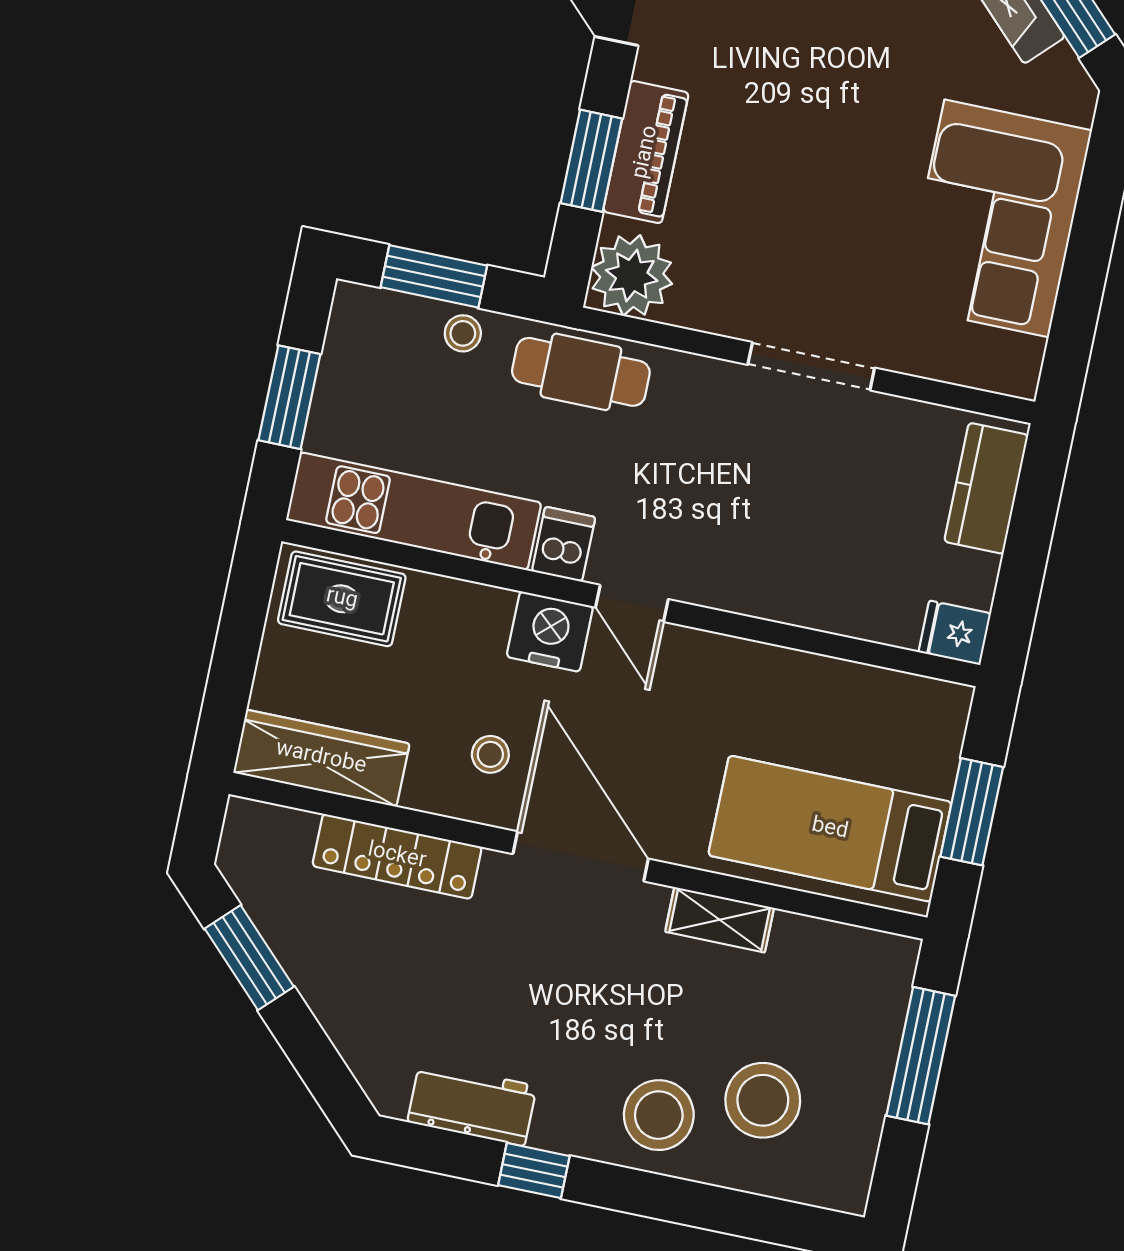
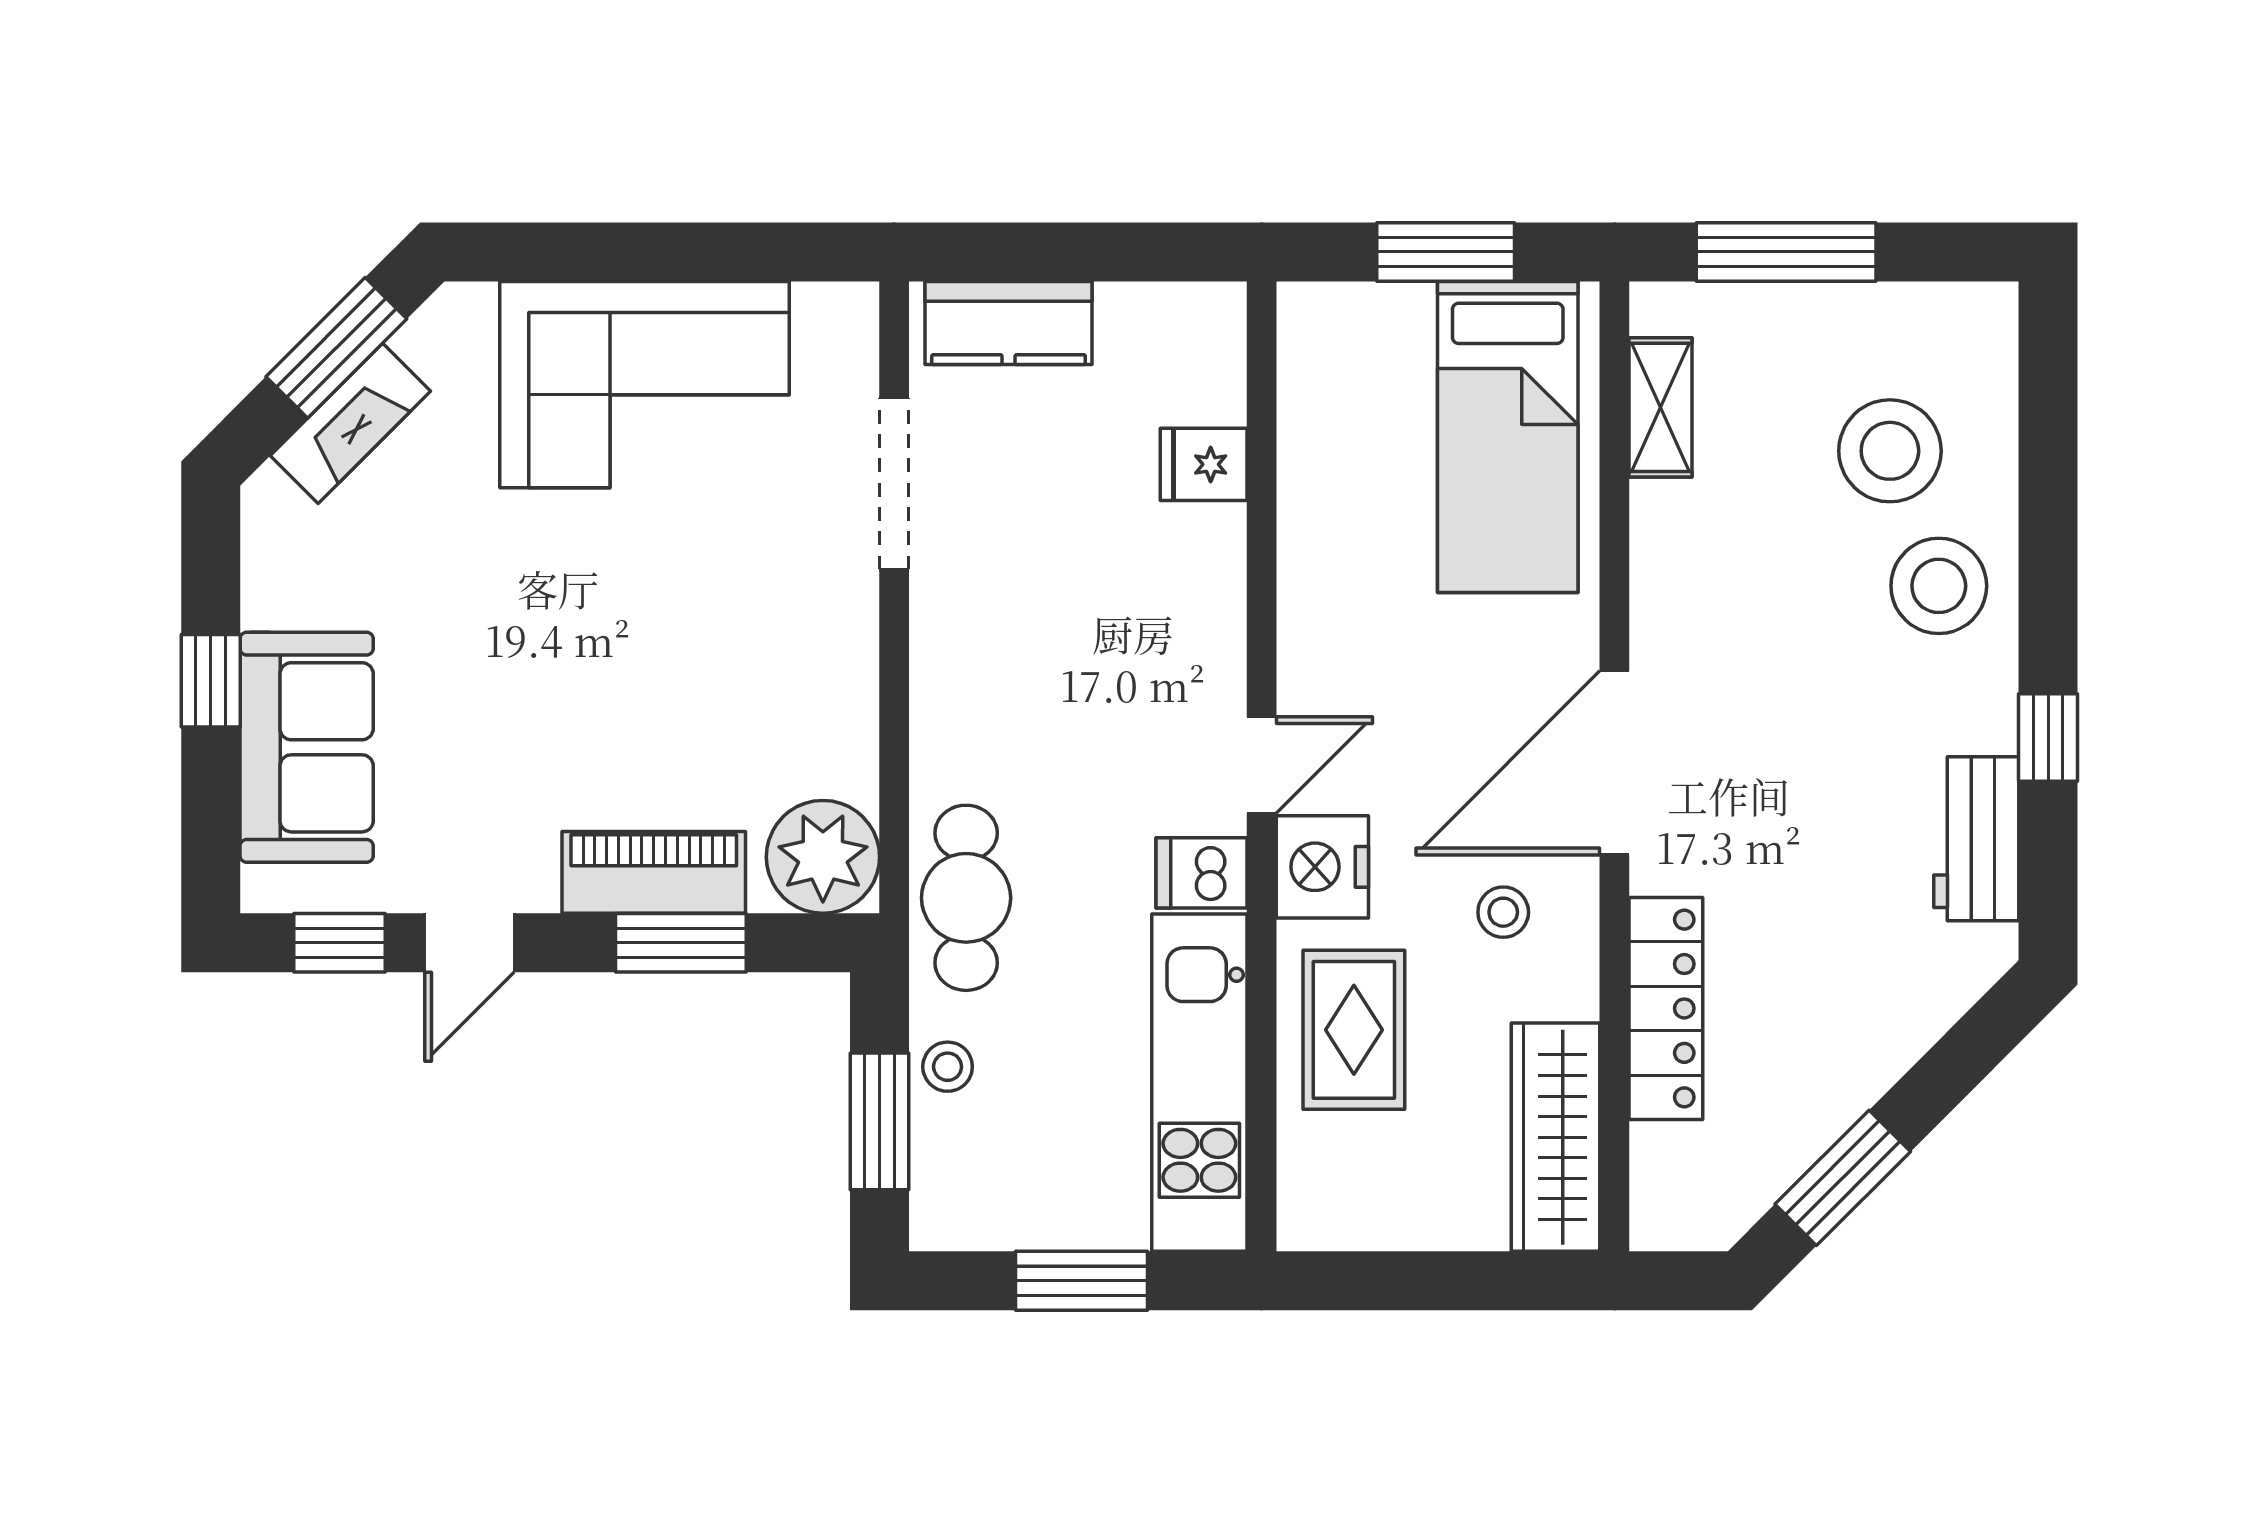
doorway: (811, 366) -> (894, 484), moved
rug: (342, 599) -> (1354, 1030), moved
fridge: (955, 633) -> (1204, 464), moved, turned 90
shelving: (720, 920) -> (1660, 407), moved

